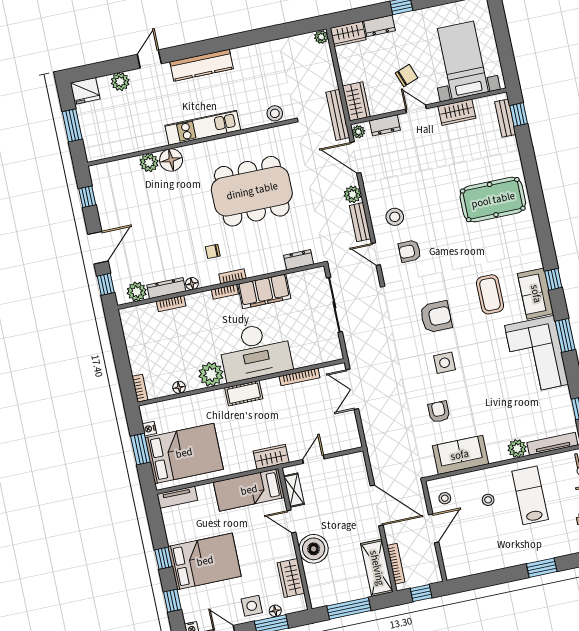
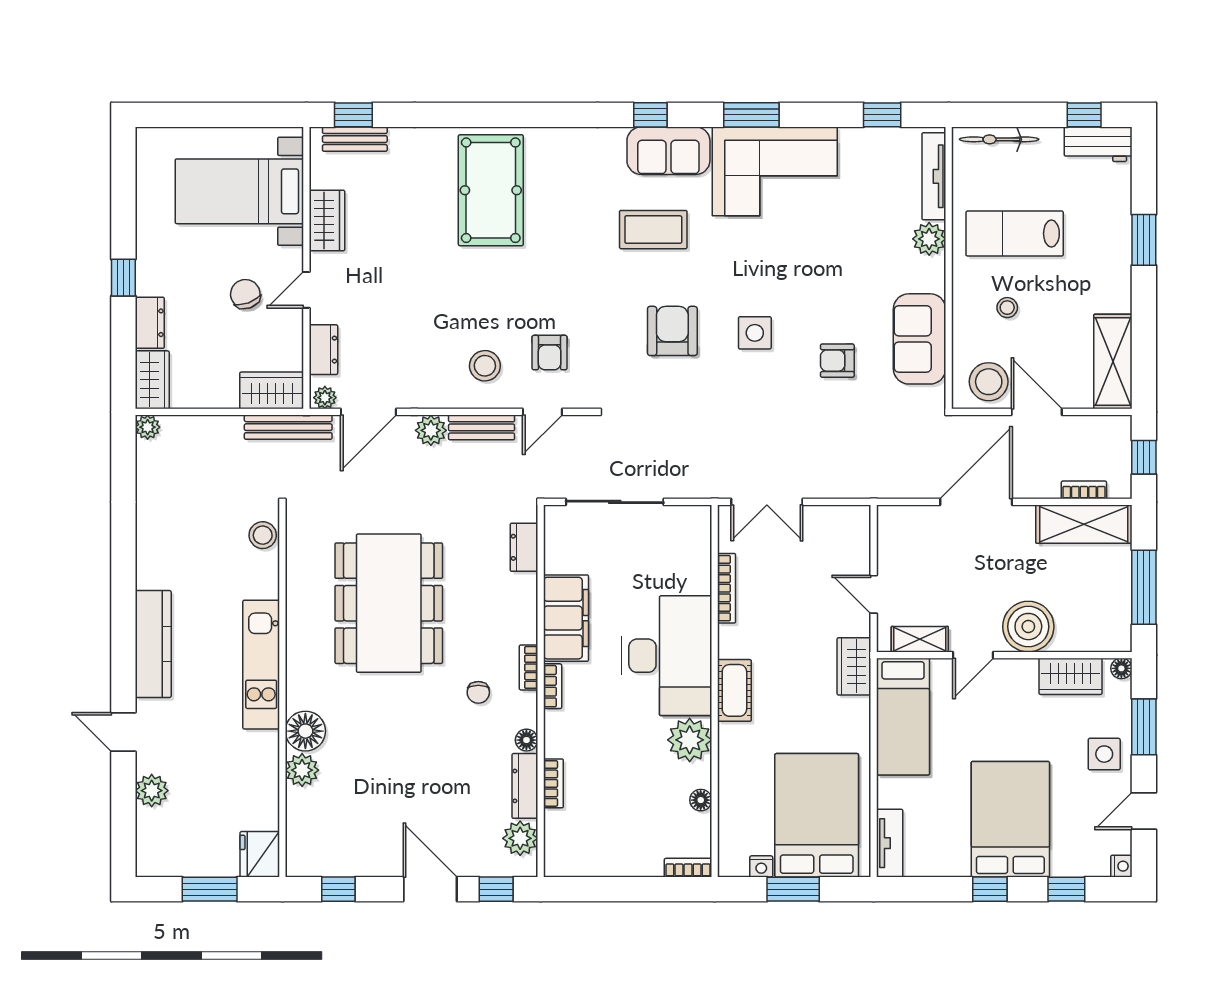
fridge: (85, 91) -> (260, 854), moved, turned 180
stool: (445, 498) -> (989, 382), width x1.89, depth x1.89
bookcase: (396, 564) -> (1084, 490), width x0.64
shelving: (471, 565) -> (1113, 362), added
floor lamp: (275, 611) -> (1121, 668), moved

